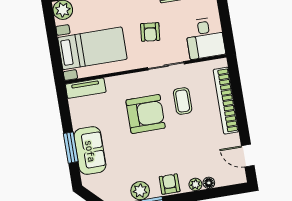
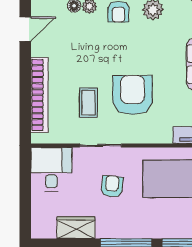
armchair: (146, 114) -> (132, 95), turned 90
door: (248, 156) -> (25, 29), hinge flipped

